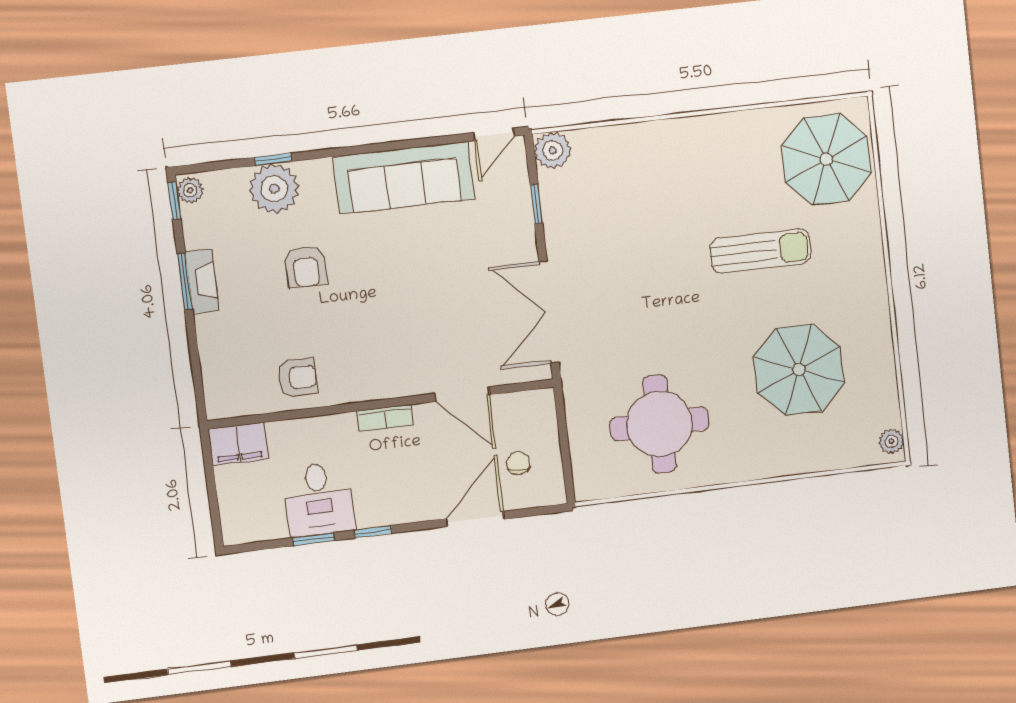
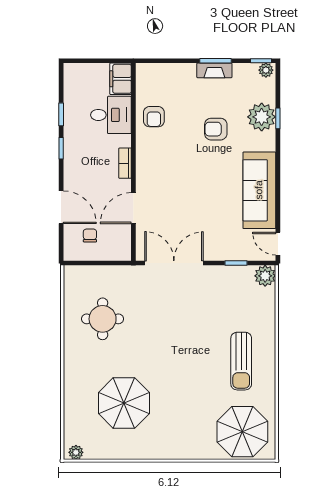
sun lounger: (760, 251) -> (241, 361), moved
round table: (659, 424) -> (103, 319), width x0.73, depth x0.73
chair: (518, 463) -> (90, 235), turned -90
desk: (319, 499) -> (111, 115), moved, turned 180

